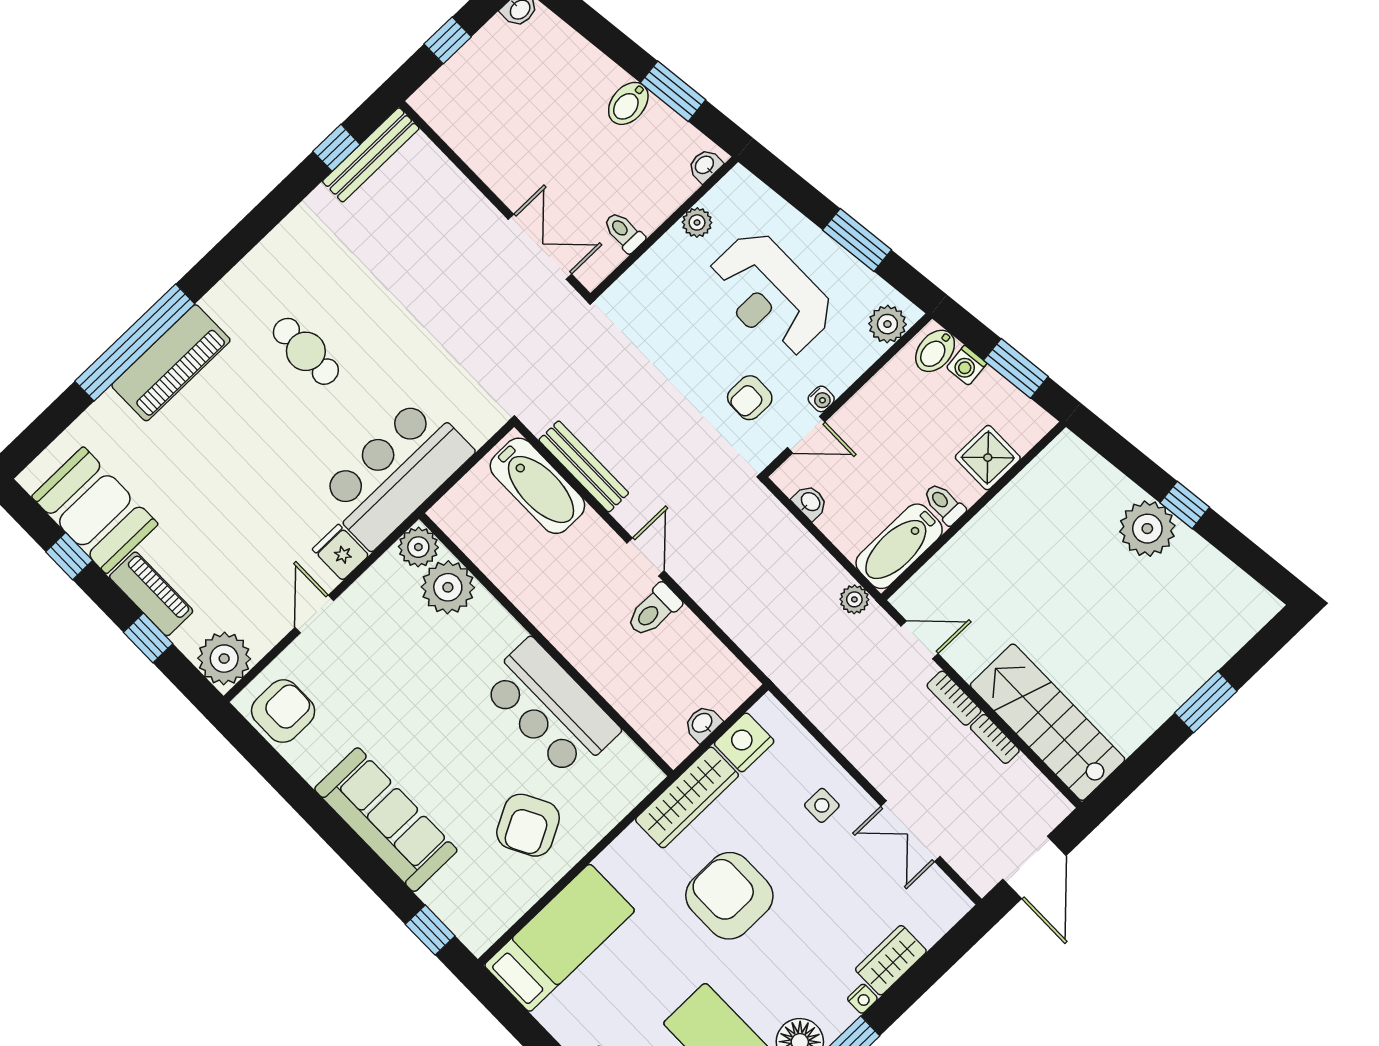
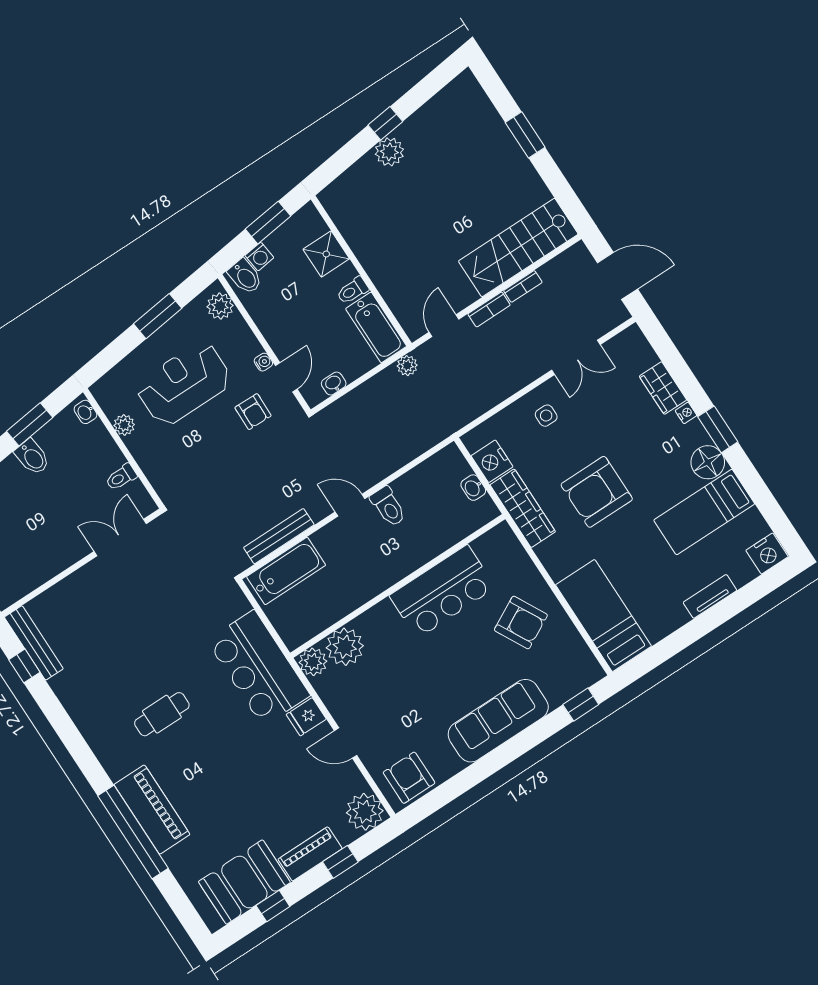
reception desk: (770, 294) -> (184, 384), turned 180
plant: (1147, 529) -> (389, 152), width x0.73, depth x0.73

